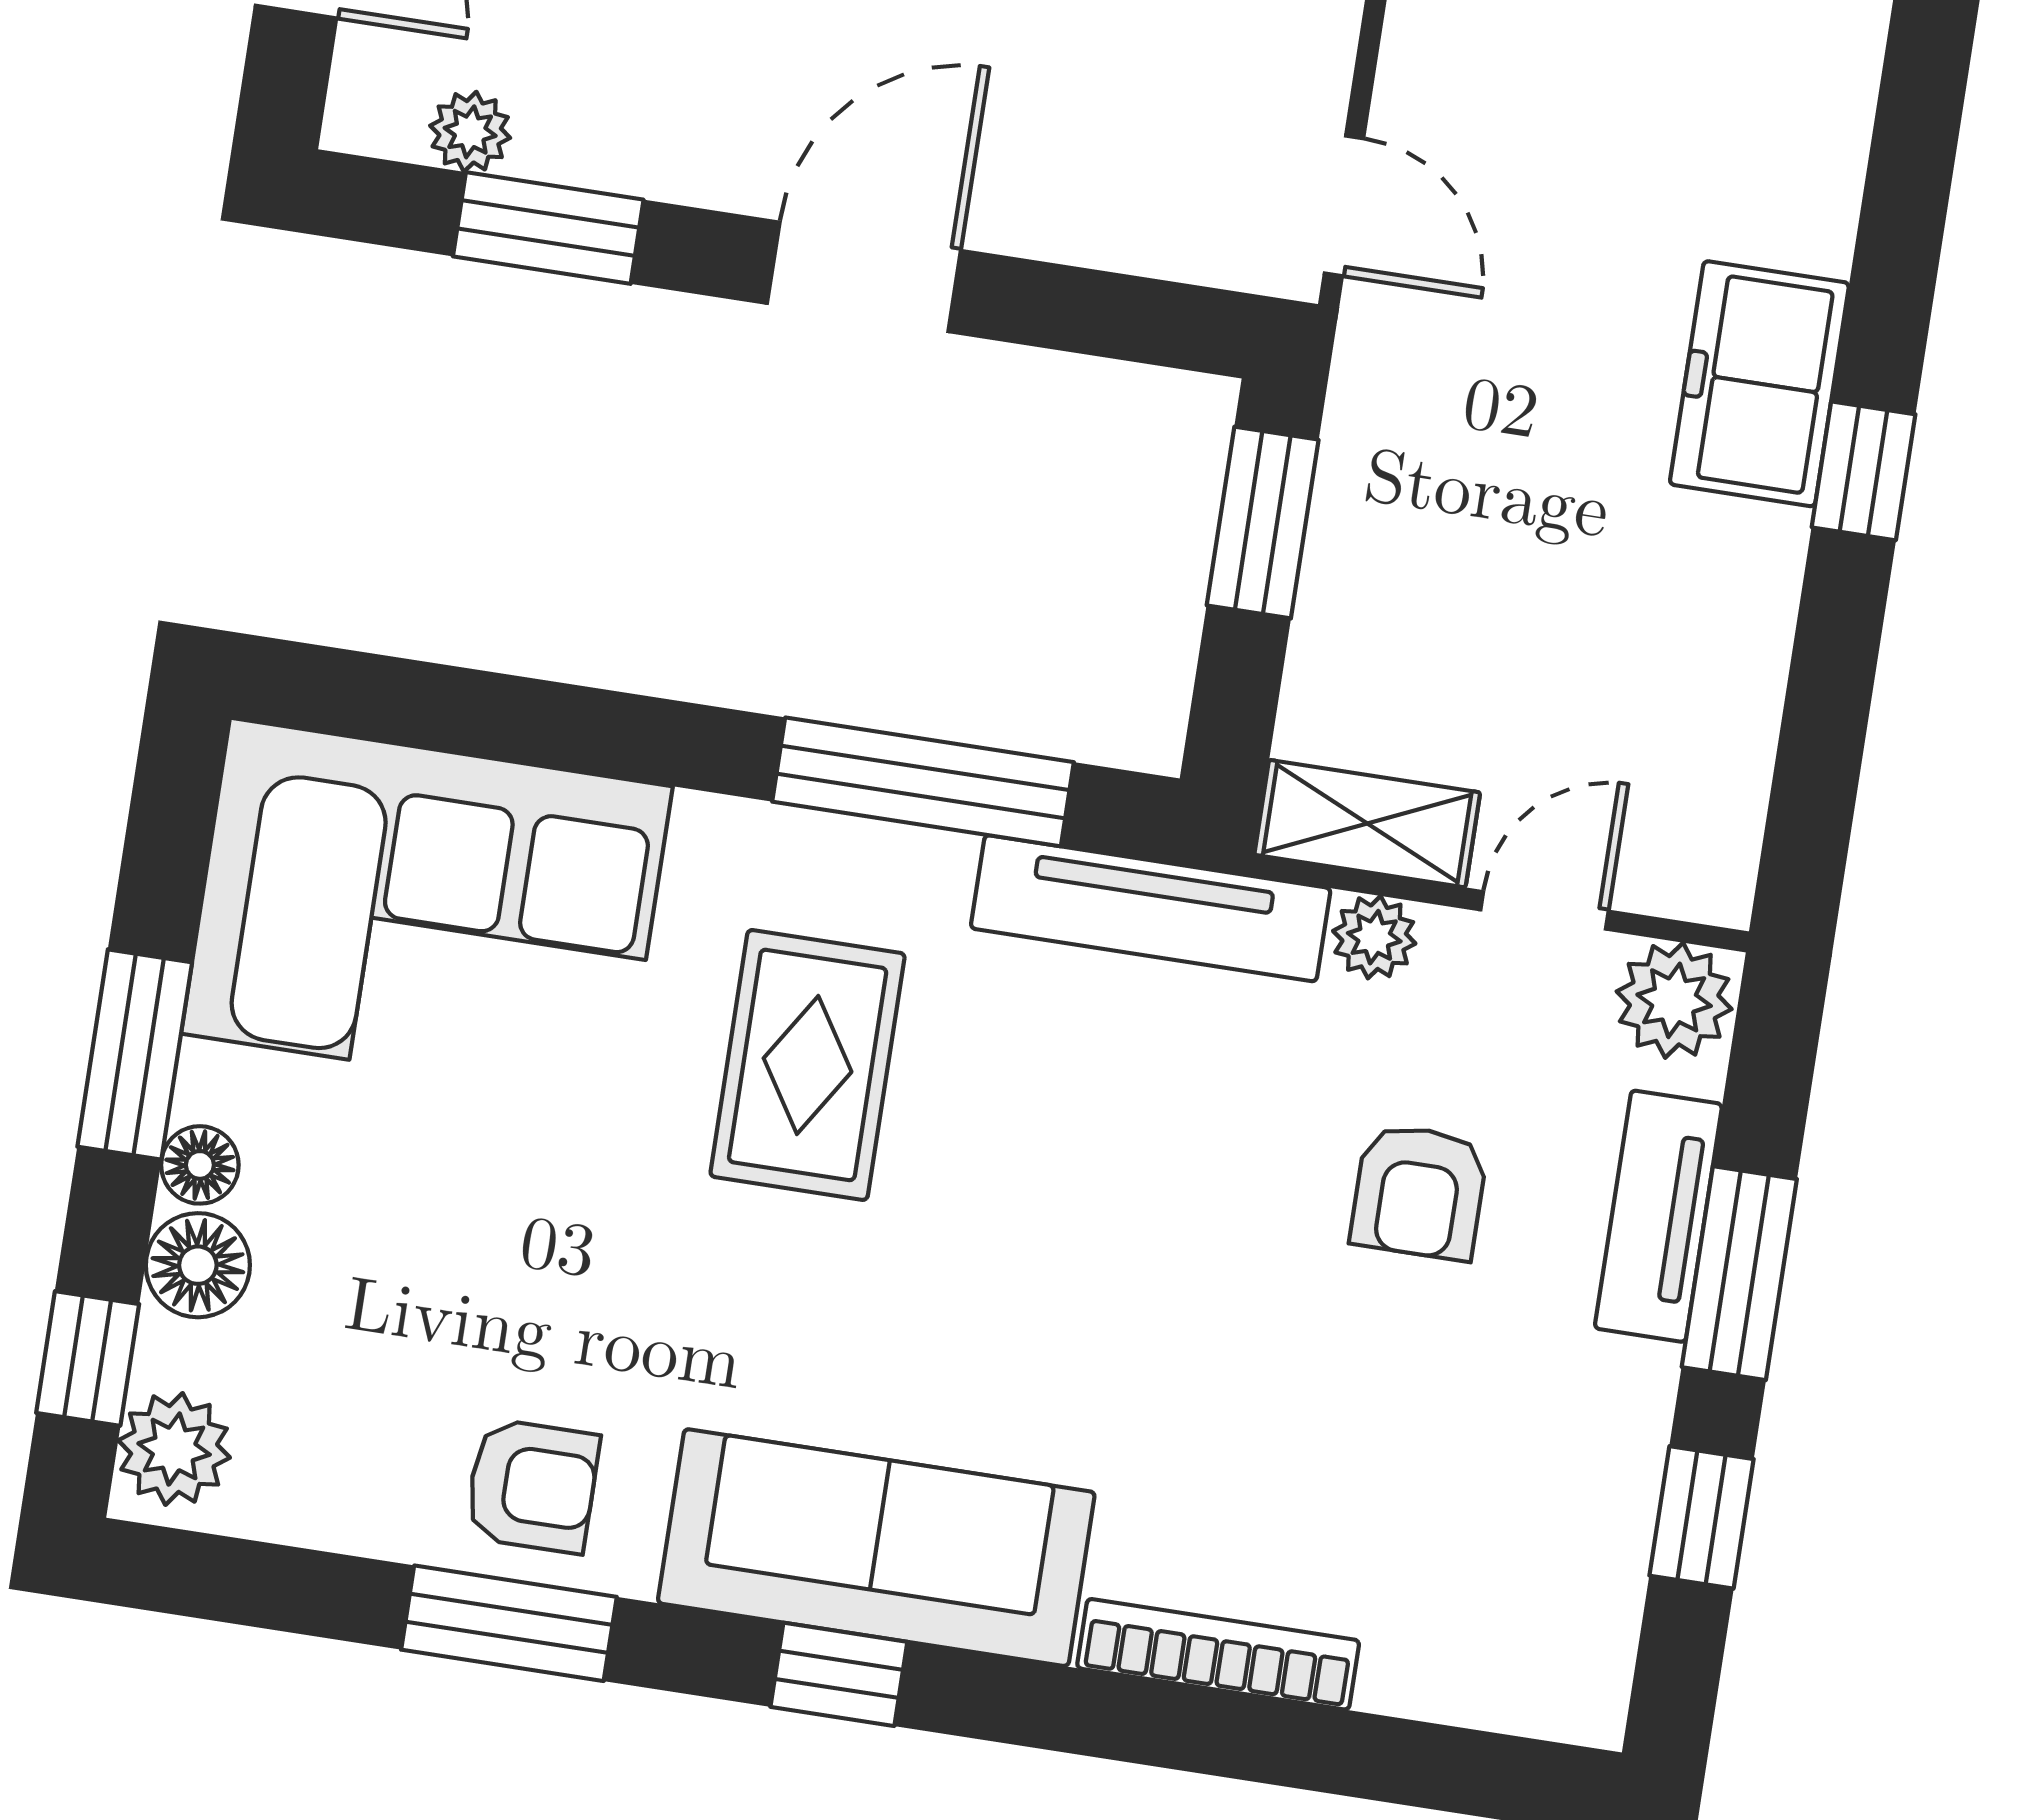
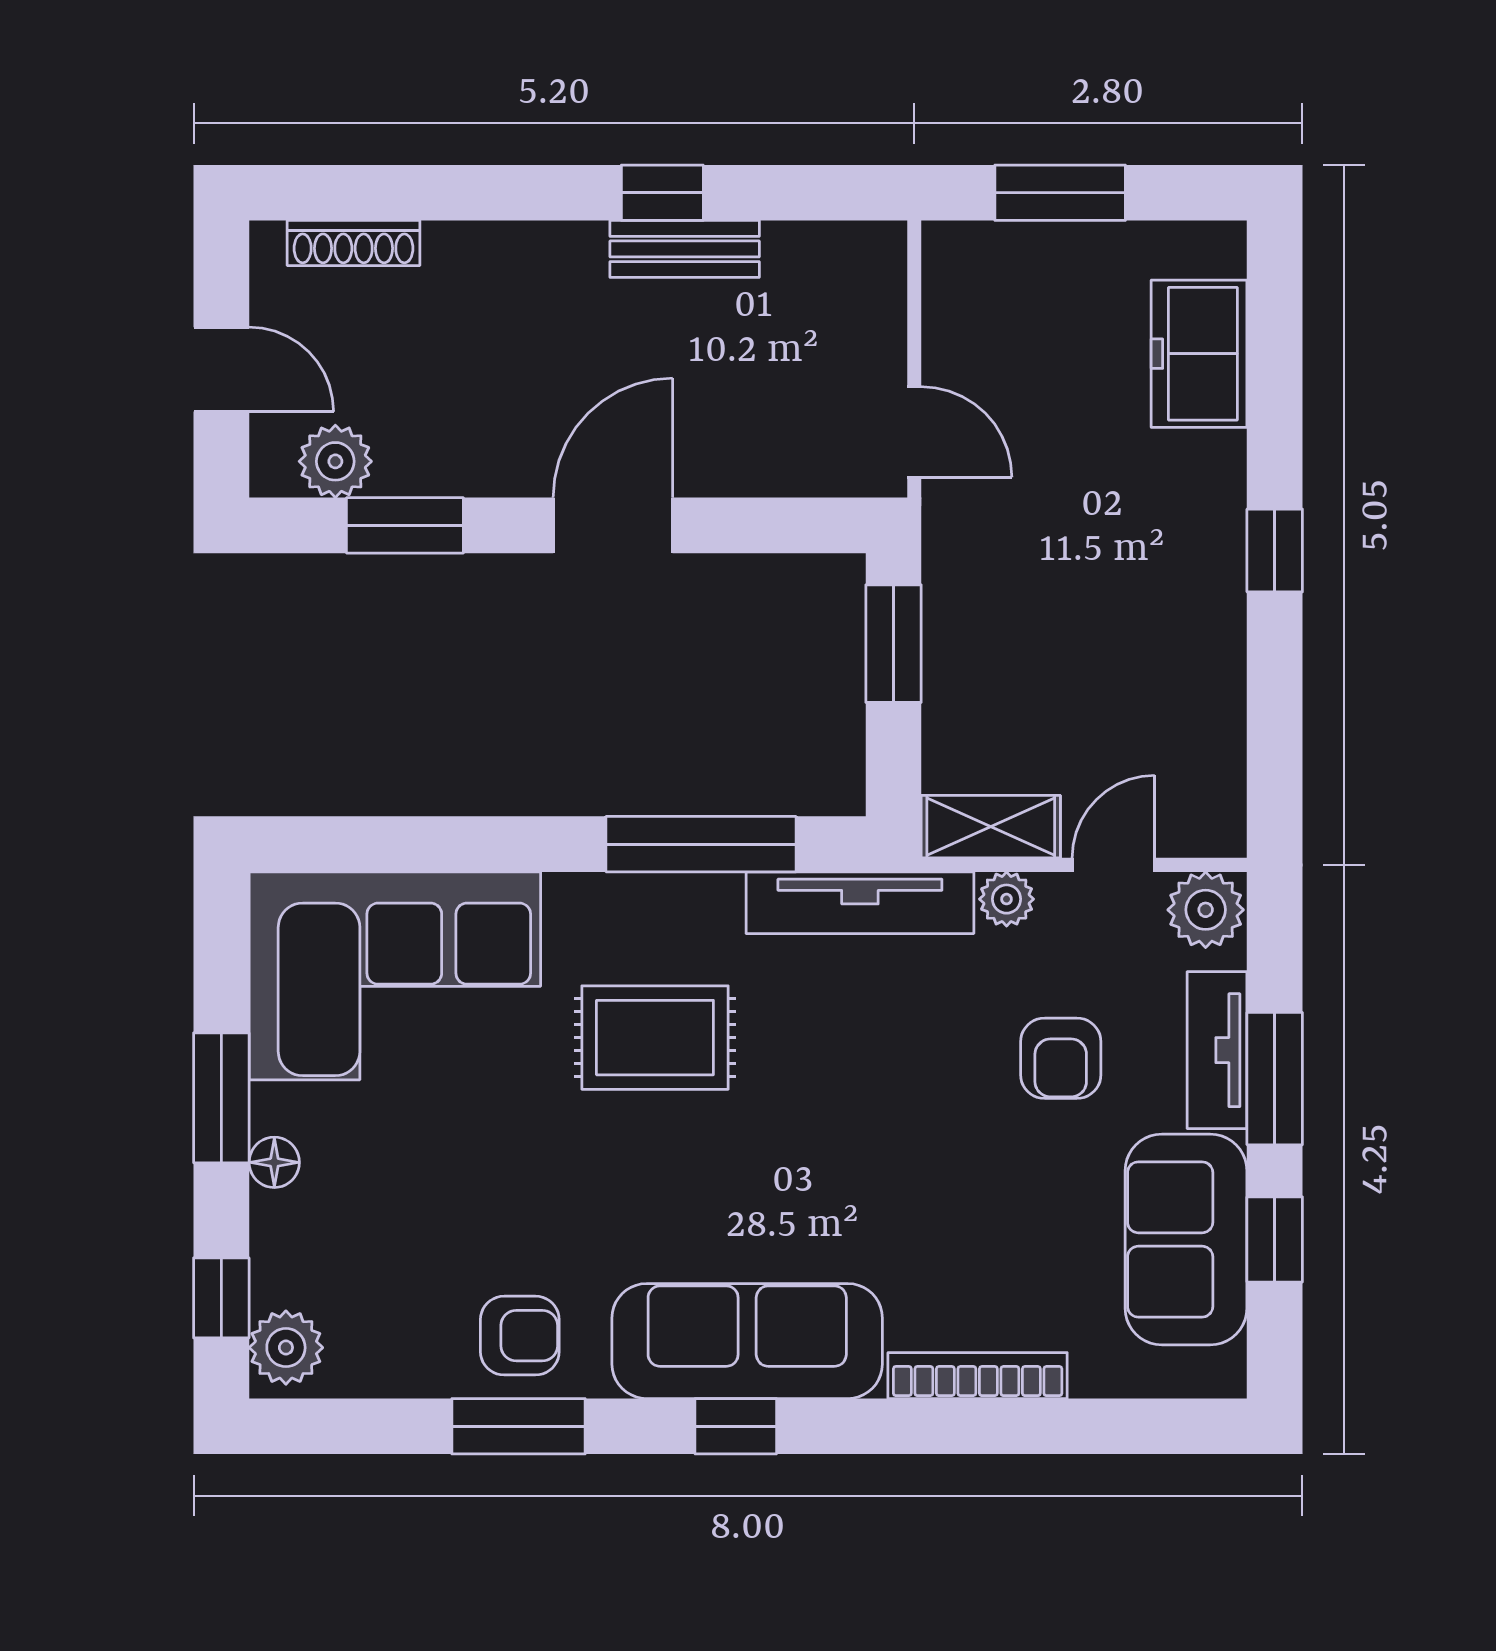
plant: (470, 132) -> (335, 461), width x1.38, depth x1.38
freezer: (1759, 384) -> (1199, 354), moved
rug: (808, 1065) -> (655, 1038), turned 90
floor lamp: (198, 1265) -> (283, 1227), removed
sofa: (1567, 1497) -> (1186, 1239), added

